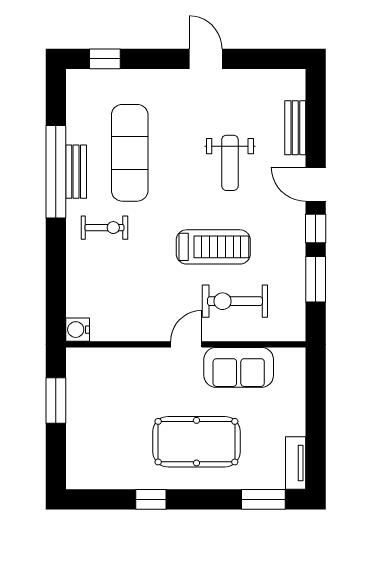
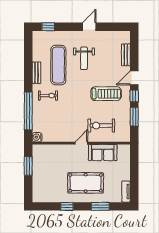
door: (206, 59) -> (89, 27), hinge flipped
weight bench: (230, 163) -> (84, 58), moved
window: (56, 172) -> (28, 111), moved
door: (316, 184) -> (134, 78), hinge flipped
treadmill: (213, 247) -> (106, 94), moved
window: (263, 499) -> (100, 206), moved

